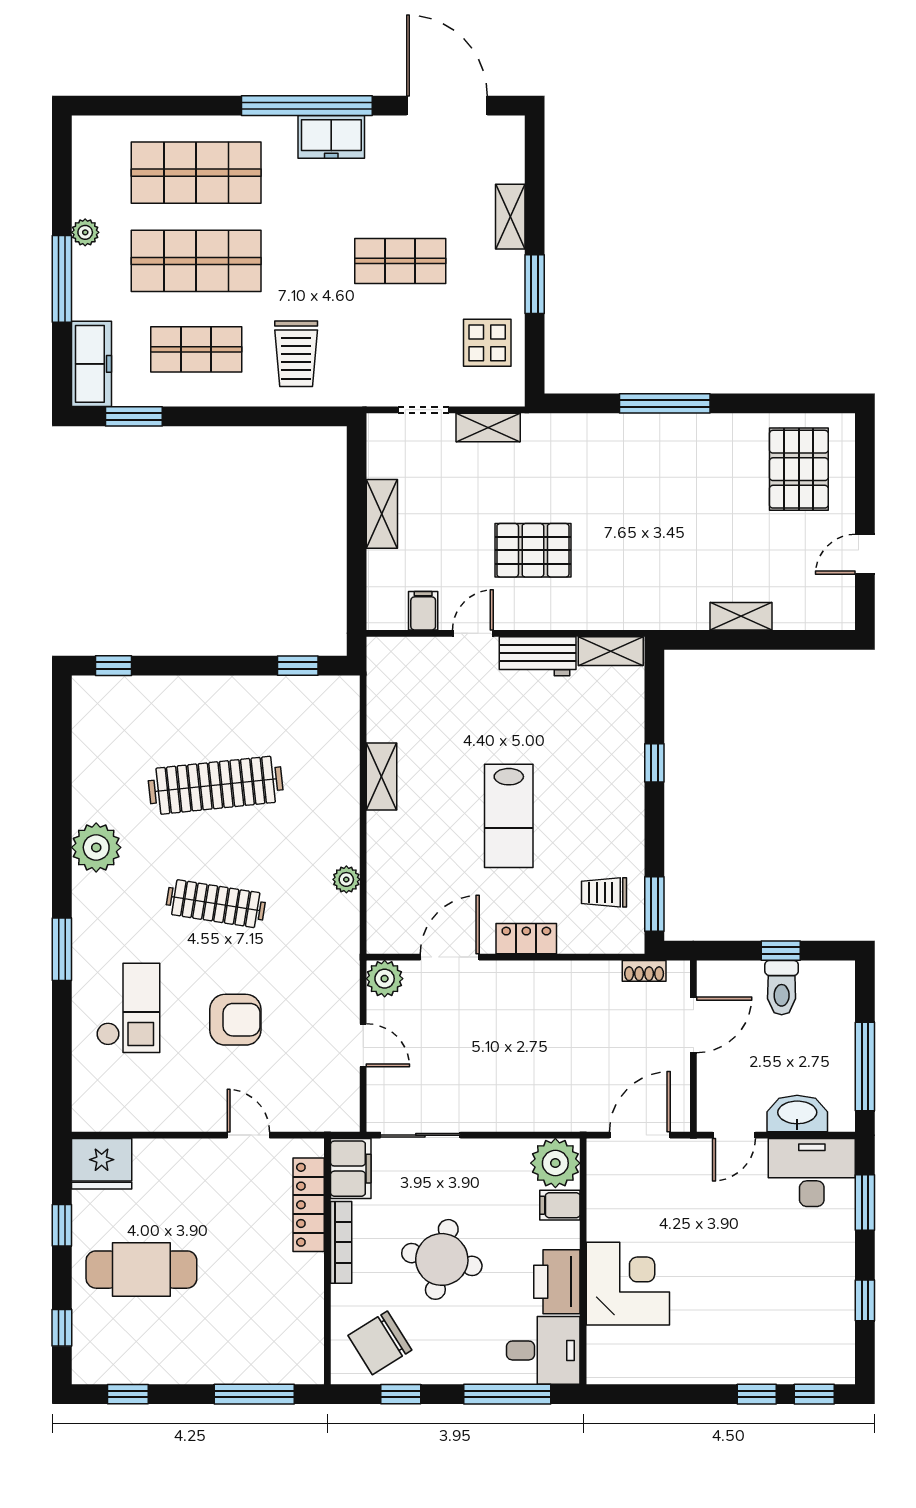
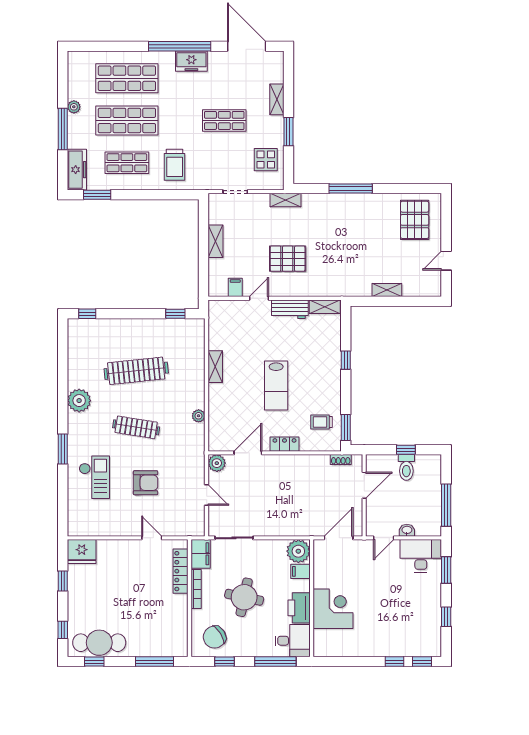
shelving: (488, 428) -> (285, 200), moved
washbasin: (797, 1114) -> (407, 530), width x0.52, depth x0.69
cafe table: (141, 1270) -> (99, 643), moved

